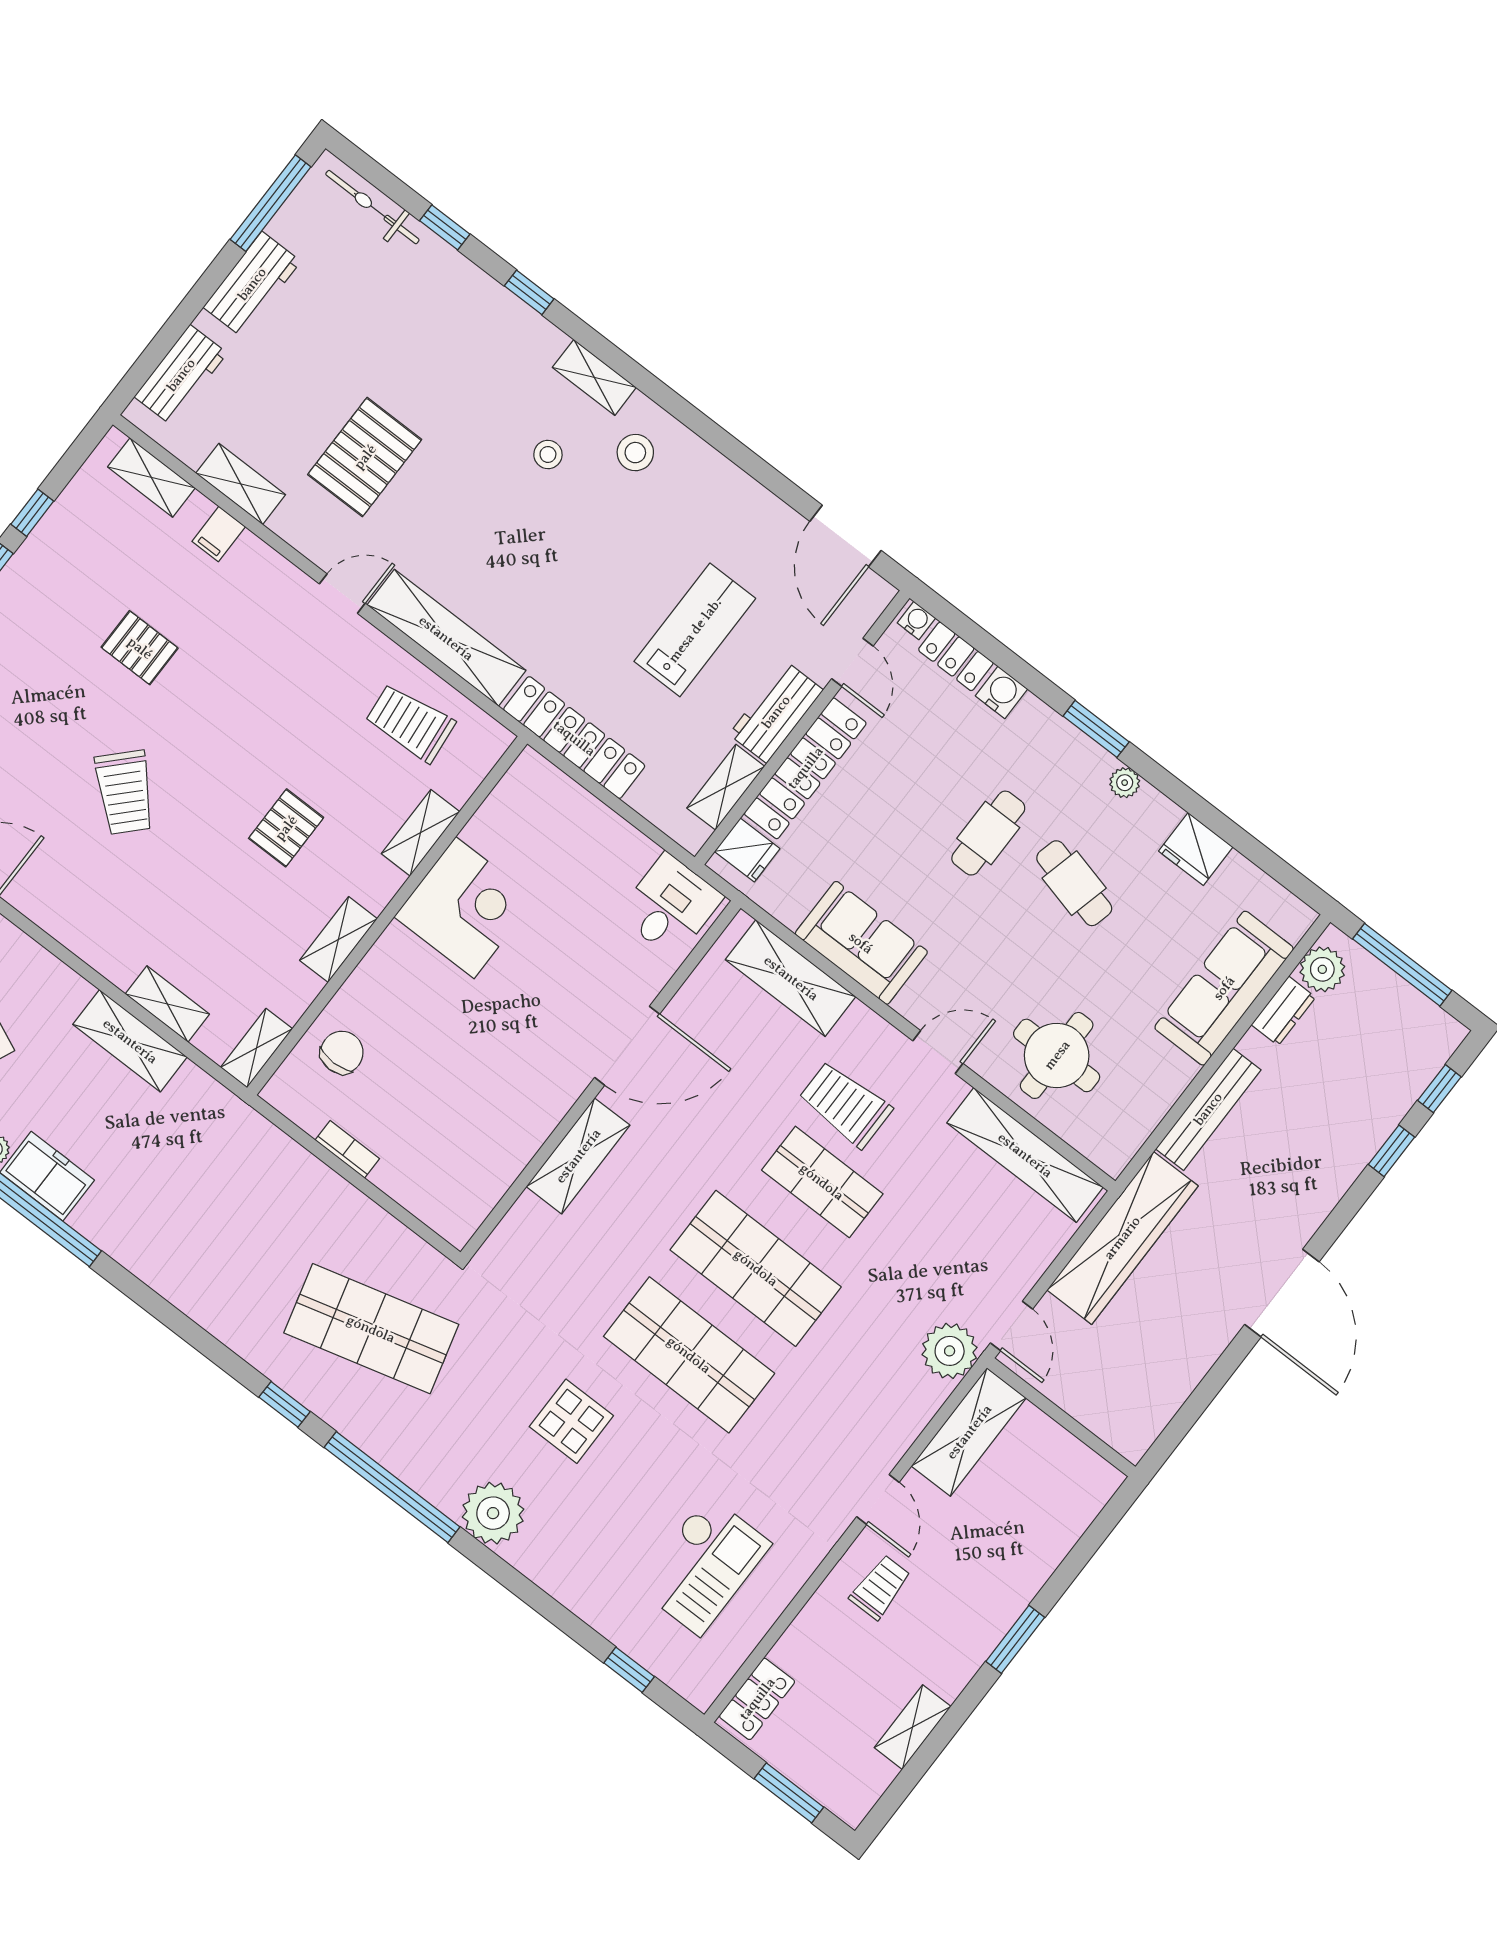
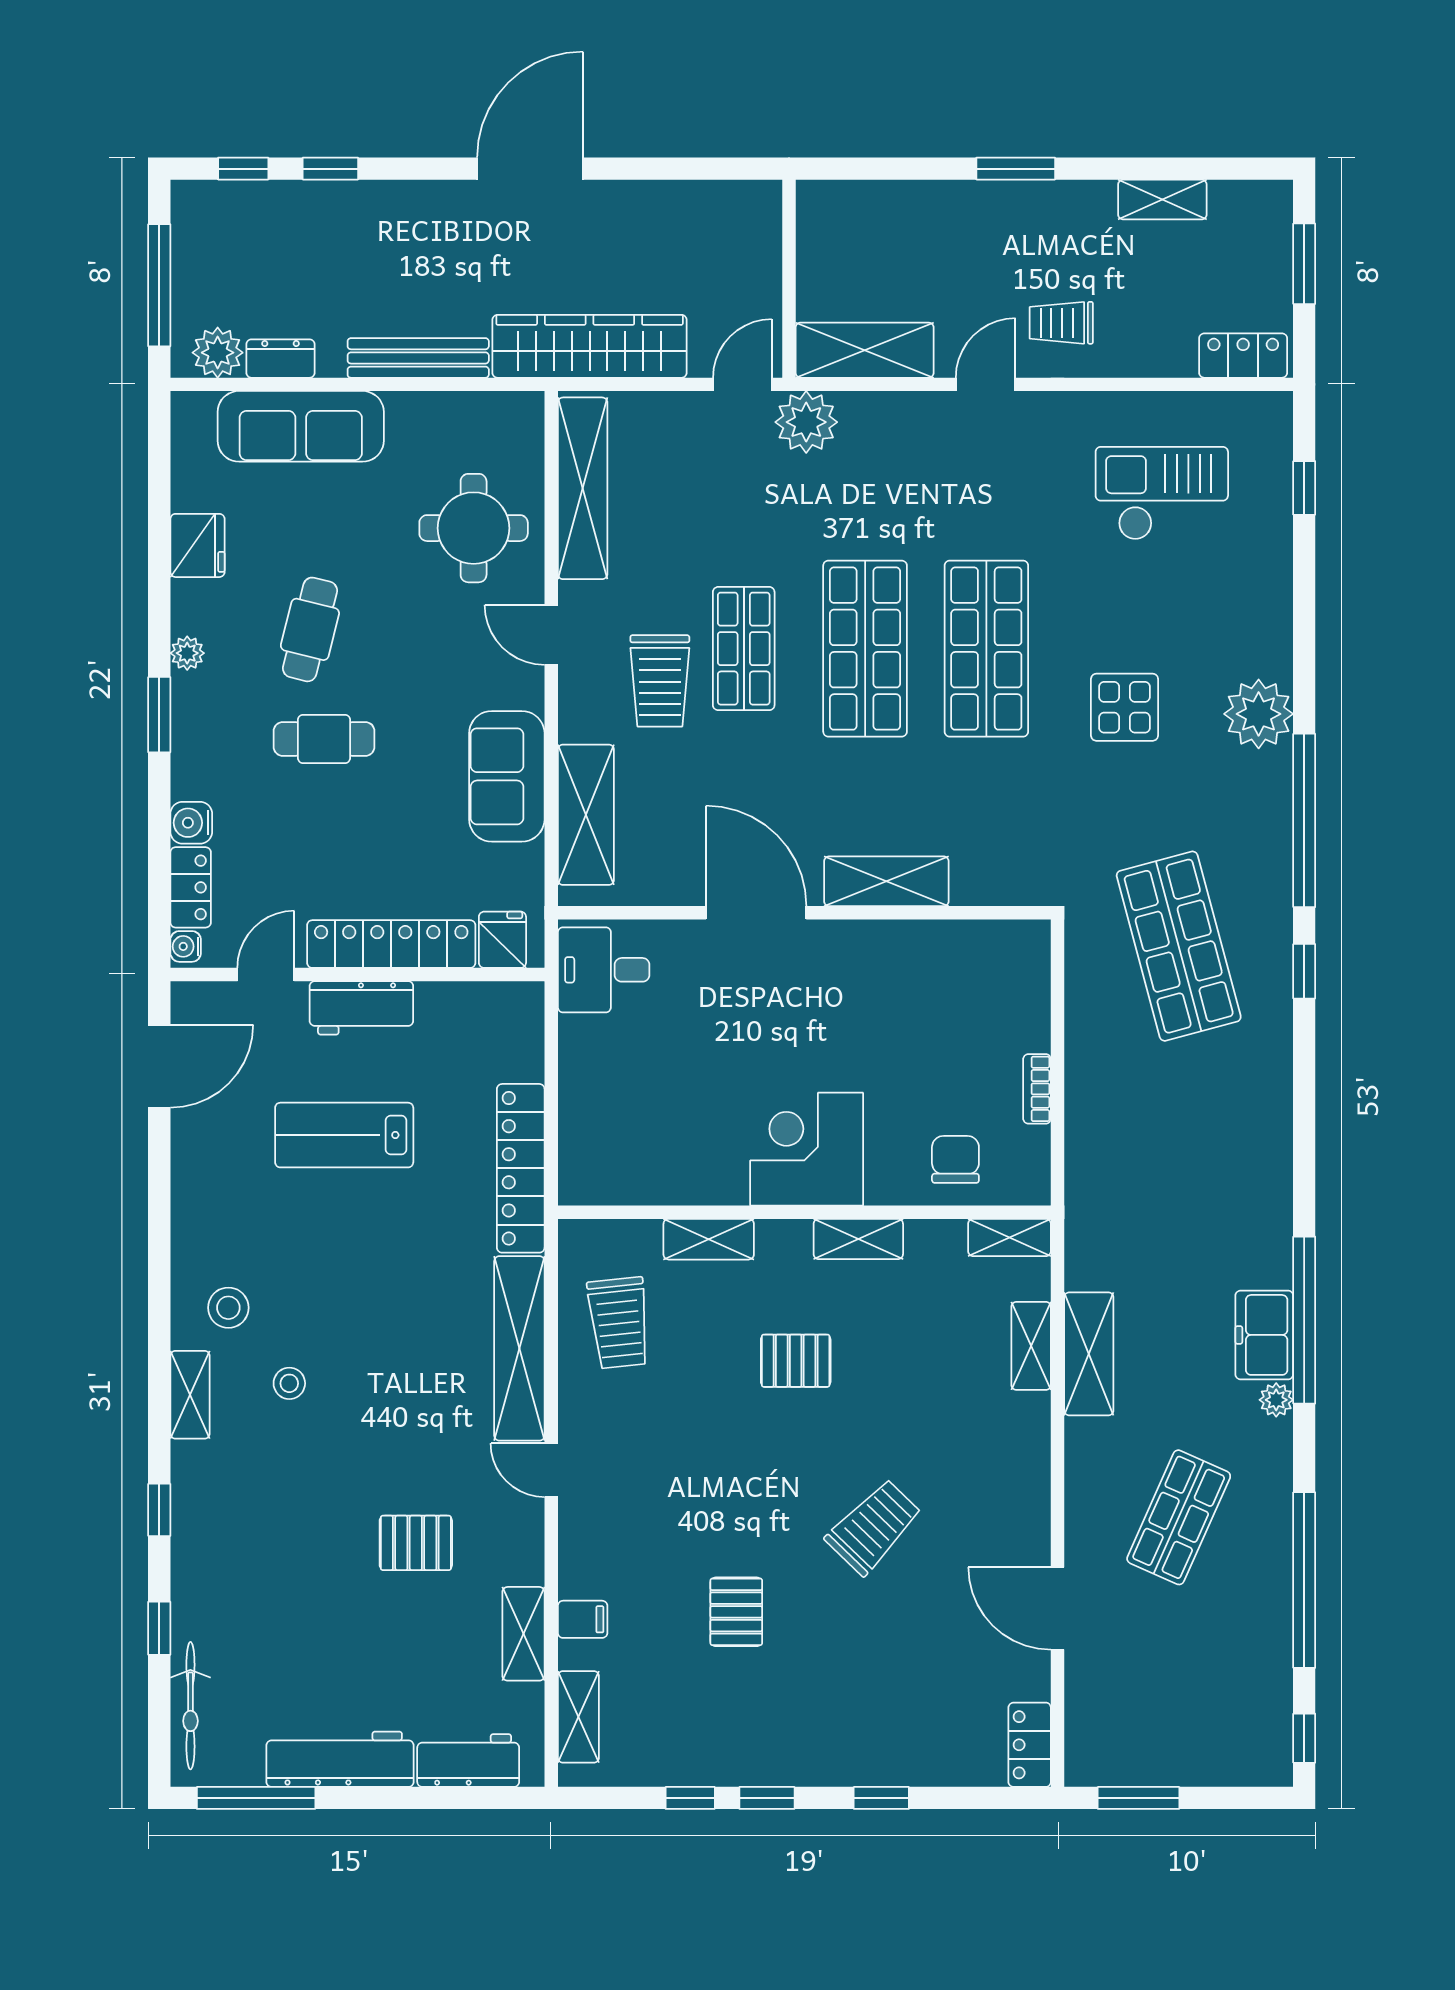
workbench: (252, 284) -> (340, 1759), width x1.38
pallet: (365, 457) -> (416, 1543), width x0.67, depth x0.71
shelving: (726, 787) -> (462, 1001), removed
corner desk: (465, 908) -> (807, 1149), moved
chair: (342, 1052) -> (955, 1159), turned 90

